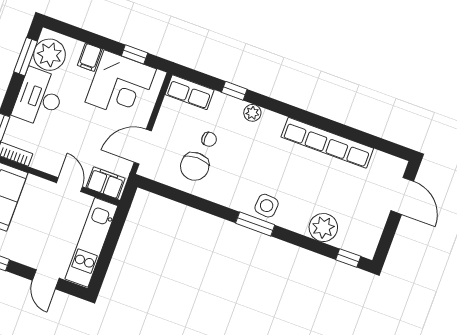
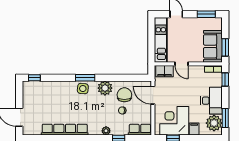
door: (143, 147) -> (153, 95), swing flipped
plant: (323, 228) -> (105, 88), moved

